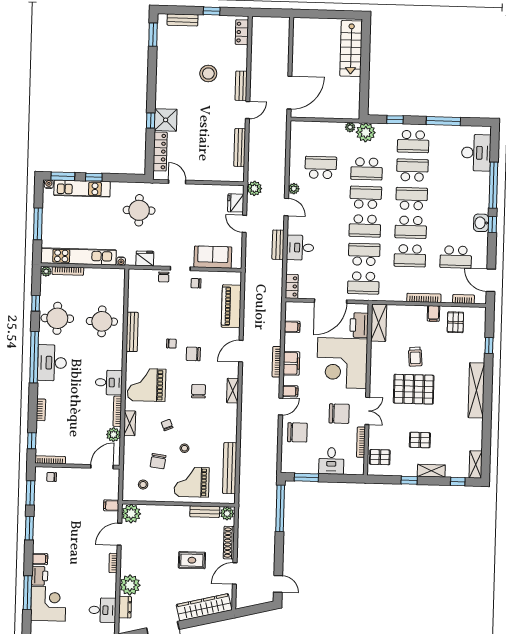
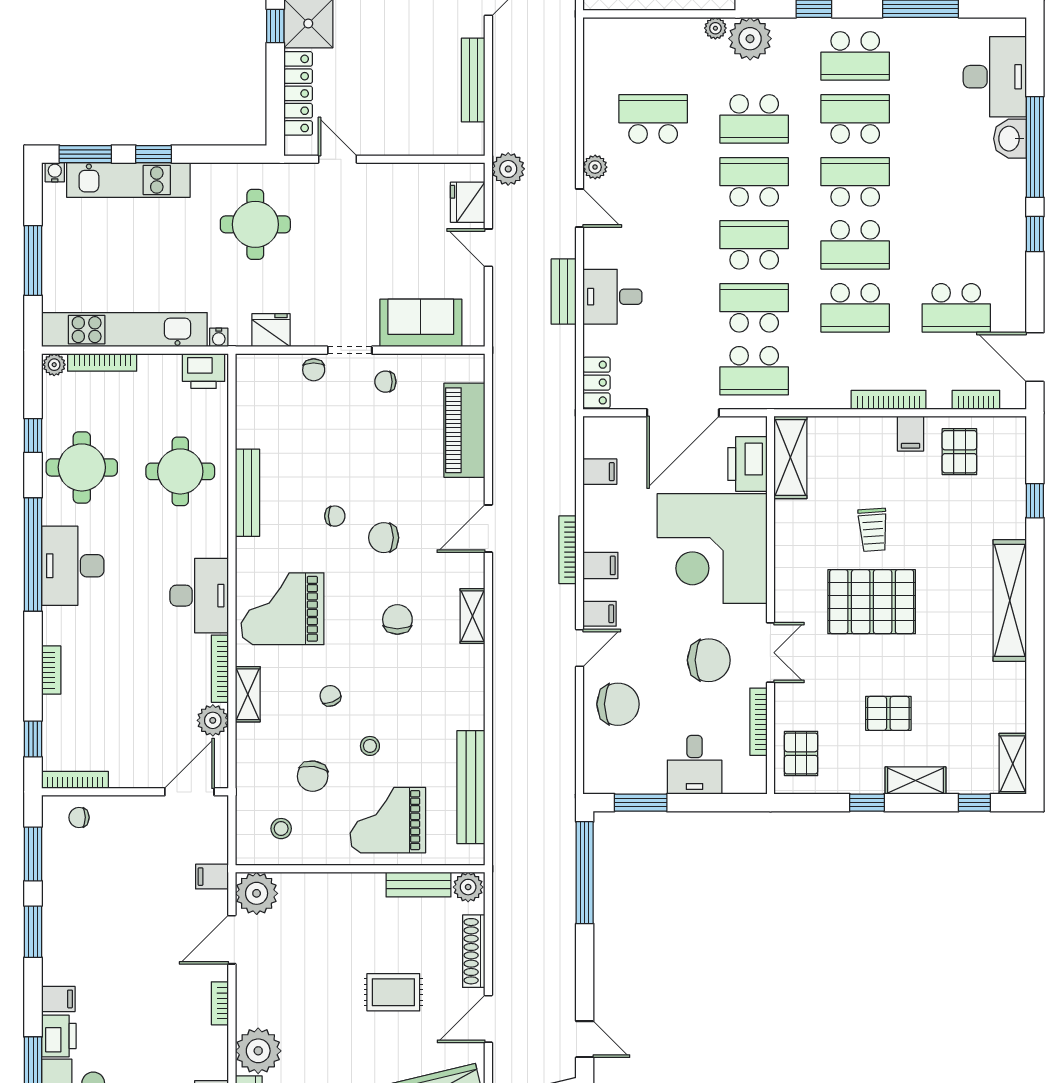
washbasin: (481, 223) -> (1010, 139), moved
school desk: (365, 226) -> (754, 245), turned 180
printer: (114, 276) -> (204, 371), added
filing cabinet: (291, 363) -> (600, 565), width x0.50
desk: (109, 382) -> (199, 596), width x1.37
pallet: (380, 457) -> (801, 754), turned 90

